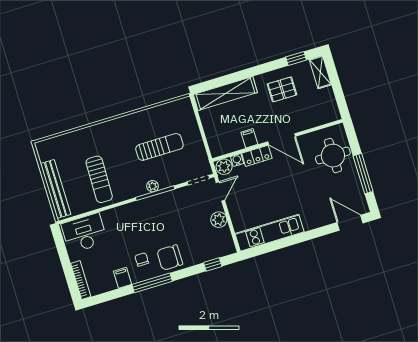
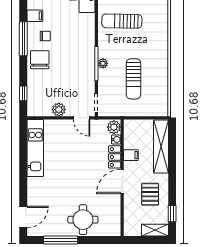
filing cabinet: (249, 138) -> (131, 155), moved
door: (282, 139) -> (122, 182), moved
wall: (277, 140) -> (122, 178), moved
locker: (257, 156) -> (115, 157), moved
water cooler: (237, 160) -> (116, 139), moved
plant: (224, 167) -> (114, 127), moved

